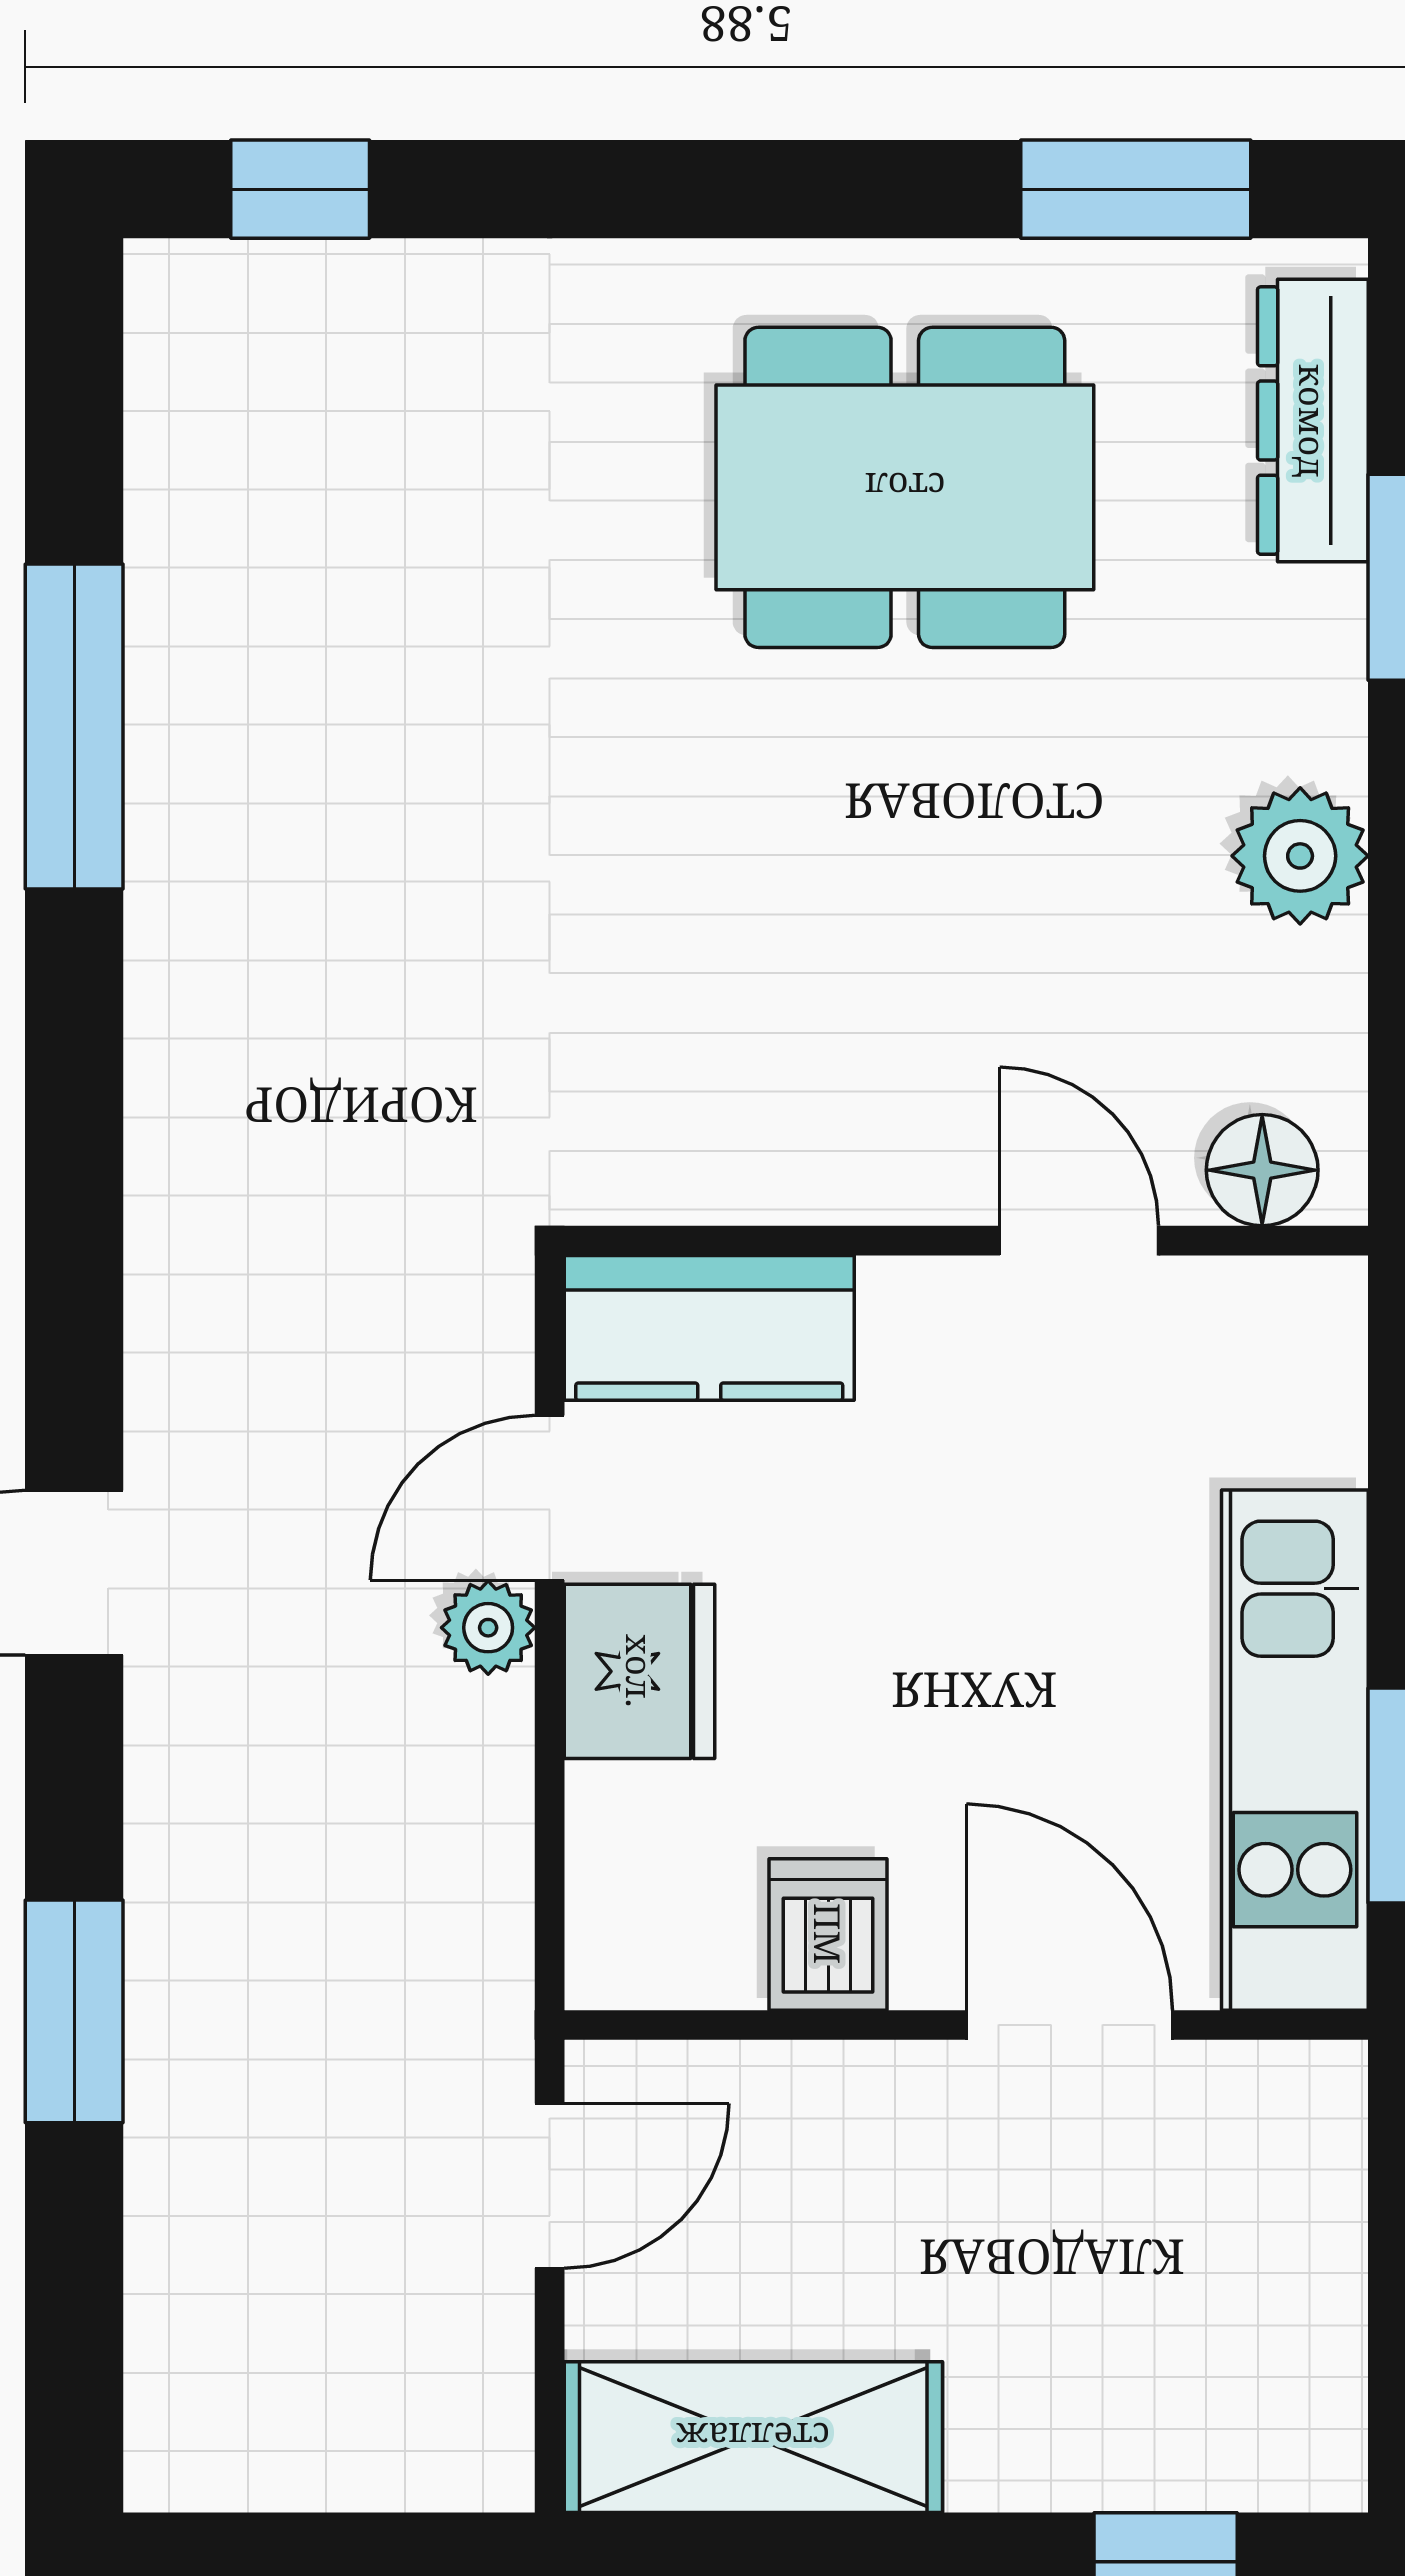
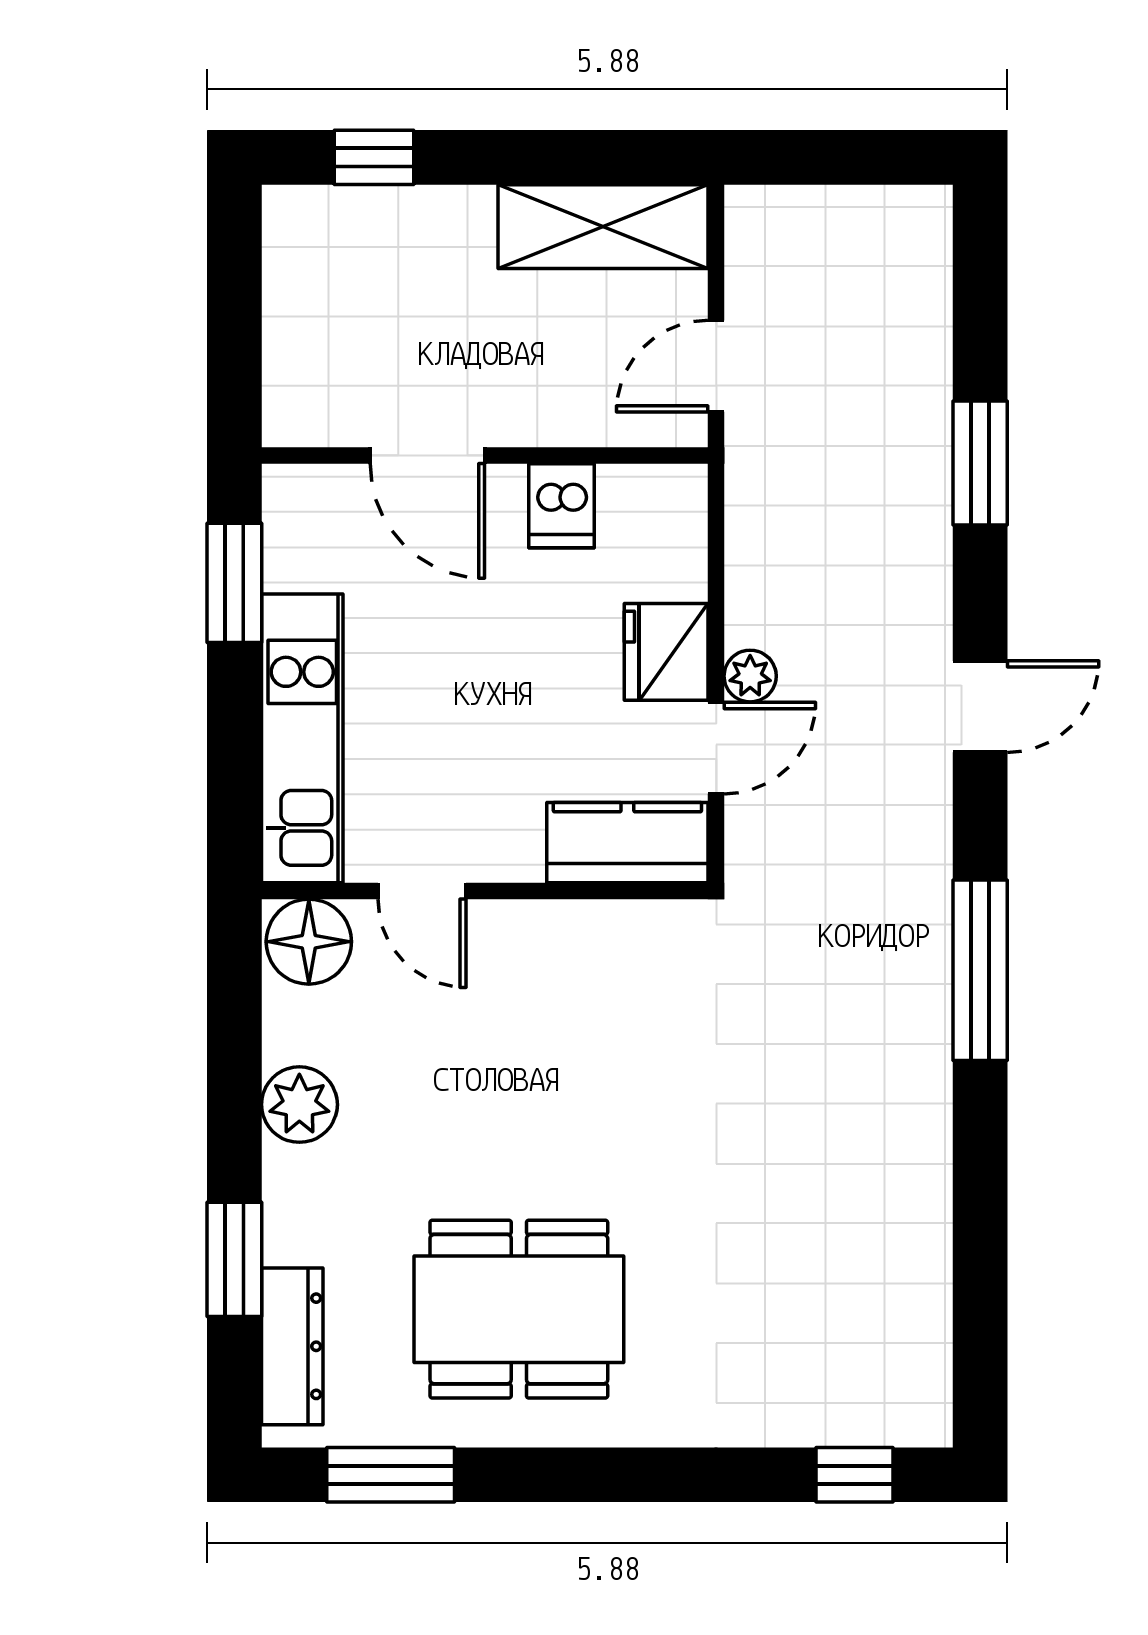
window: (74, 726) -> (980, 970), moved
floor lamp: (1262, 1170) -> (309, 942), width x1.38, depth x1.38
kitchen unit: (1295, 1750) -> (302, 738), moved

